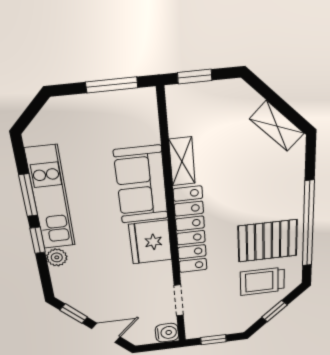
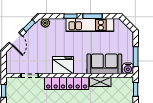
sofa: (141, 185) -> (104, 64), moved
plant: (57, 257) -> (45, 23), moved
water cooler: (167, 333) -> (128, 68), moved

